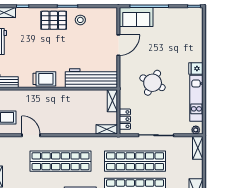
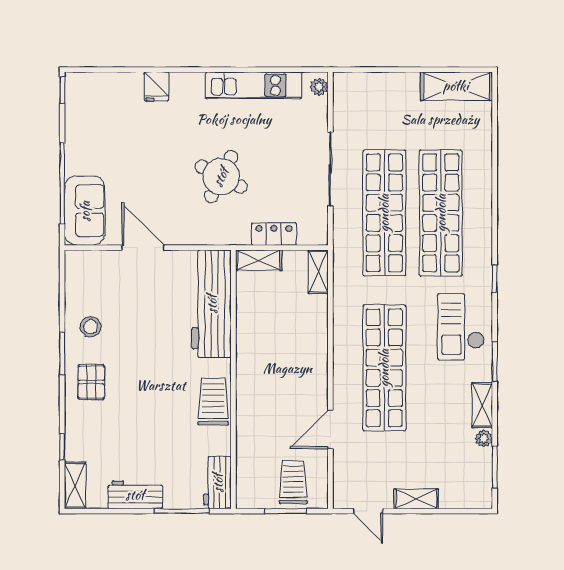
pallet: (54, 20) -> (91, 382), width x0.67, depth x0.71
fridge: (196, 68) -> (157, 86), moved
locker: (125, 119) -> (274, 234), moved
shelving: (198, 148) -> (356, 83), removed

